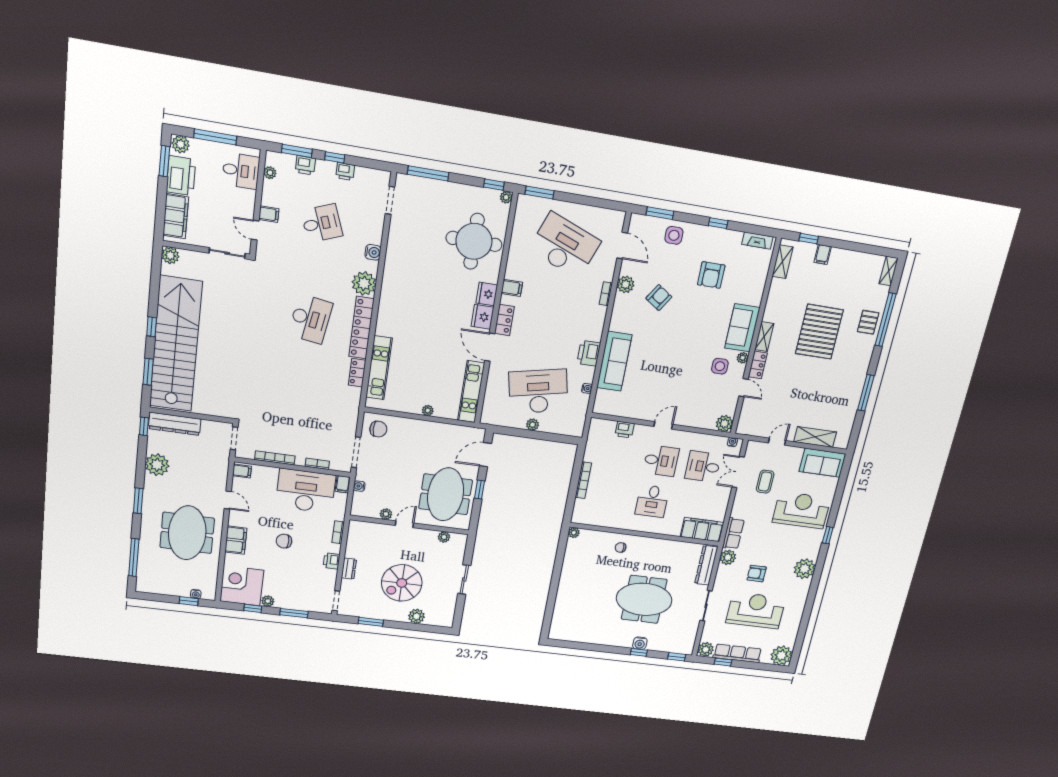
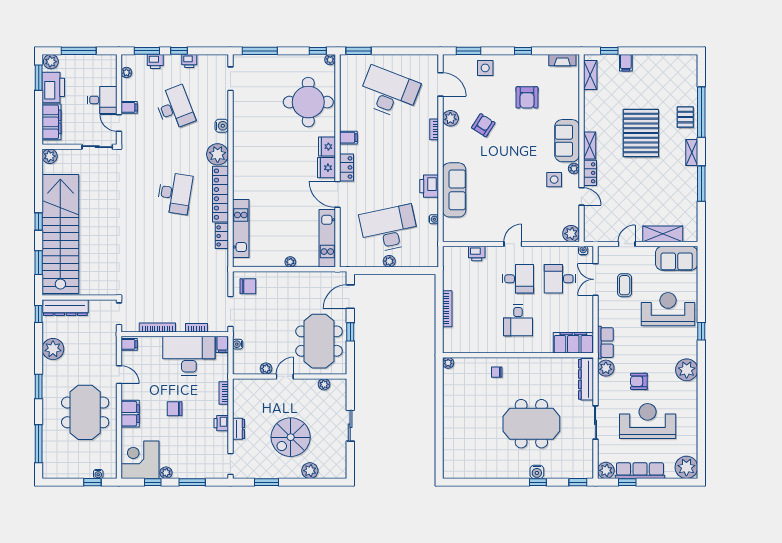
desk: (241, 171) -> (102, 100), moved
desk: (322, 223) -> (175, 108), width x1.37
shelving: (889, 271) -> (692, 152), moved

